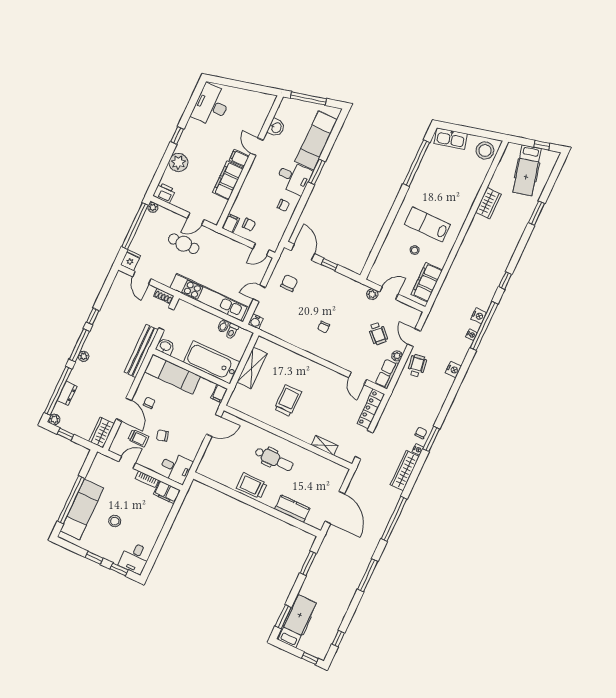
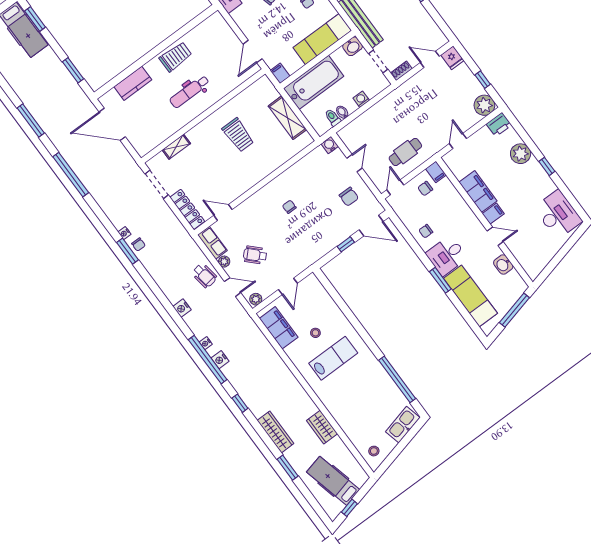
stool: (485, 150) -> (374, 451), width x0.53, depth x0.53
plant: (153, 207) -> (484, 105), width x1.87, depth x1.87
window: (135, 226) -> (483, 80), width x0.32
cafe table: (184, 244) -> (405, 152), moved
plant: (372, 294) -> (256, 299), moved
kitchen unit: (209, 297) -> (377, 113), removed
washing machine: (204, 316) -> (361, 99), added
wardrobe: (405, 471) -> (275, 432), moved

